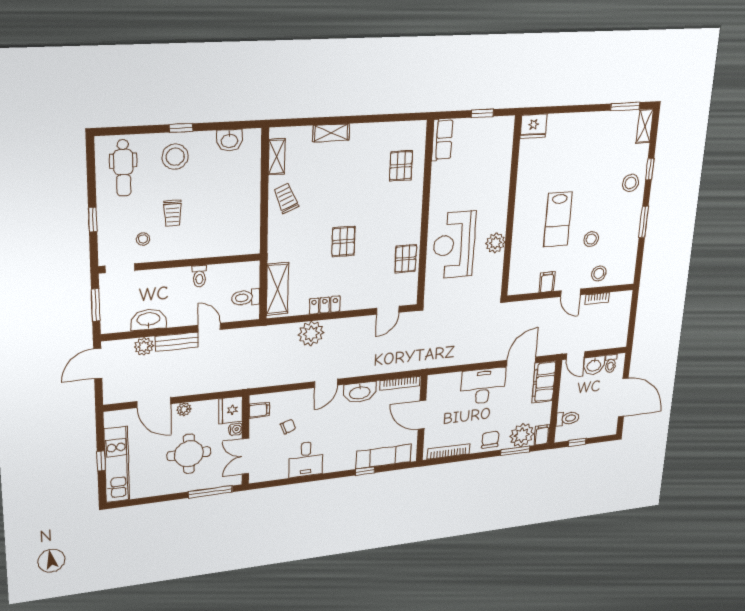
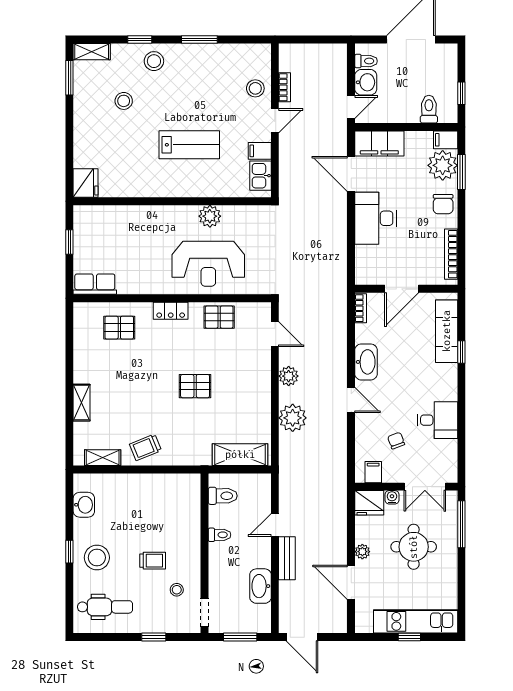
stool: (591, 239) -> (124, 101), moved
kitchen sink: (526, 285) -> (260, 176), added
toilet: (246, 298) -> (223, 496), moved, turned -90
locker: (325, 305) -> (171, 311), moved, turned -90
plant: (144, 346) -> (289, 376), moved
bookcase: (400, 383) -> (361, 308), width x0.64
door: (154, 403) -> (351, 582), swing flipped
chair: (490, 440) -> (443, 204), turned -90

